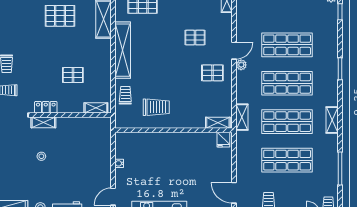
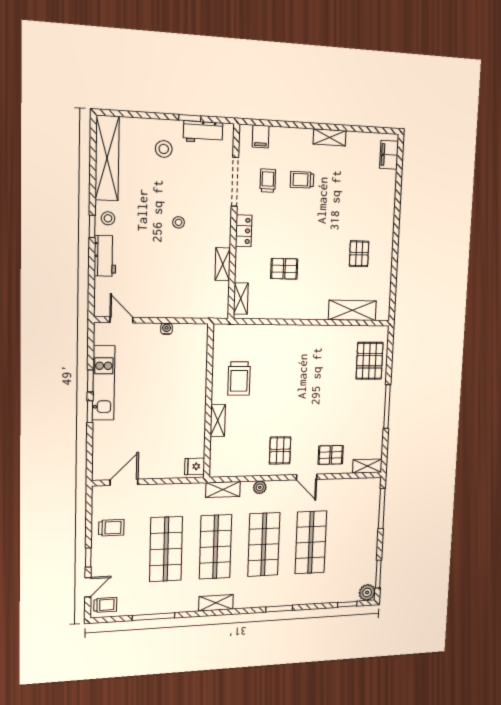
pallet: (60, 16) -> (359, 254), width x0.67, depth x0.71
pallet: (195, 38) -> (331, 455), moved, turned 90
shelving: (123, 50) -> (313, 335), removed
plant: (241, 65) -> (260, 487), moved
pallet: (73, 75) -> (284, 269), turned 90
trolley: (125, 95) -> (256, 338), removed
shelving: (43, 122) -> (223, 264), moved
shelving: (218, 123) -> (218, 420), moved

